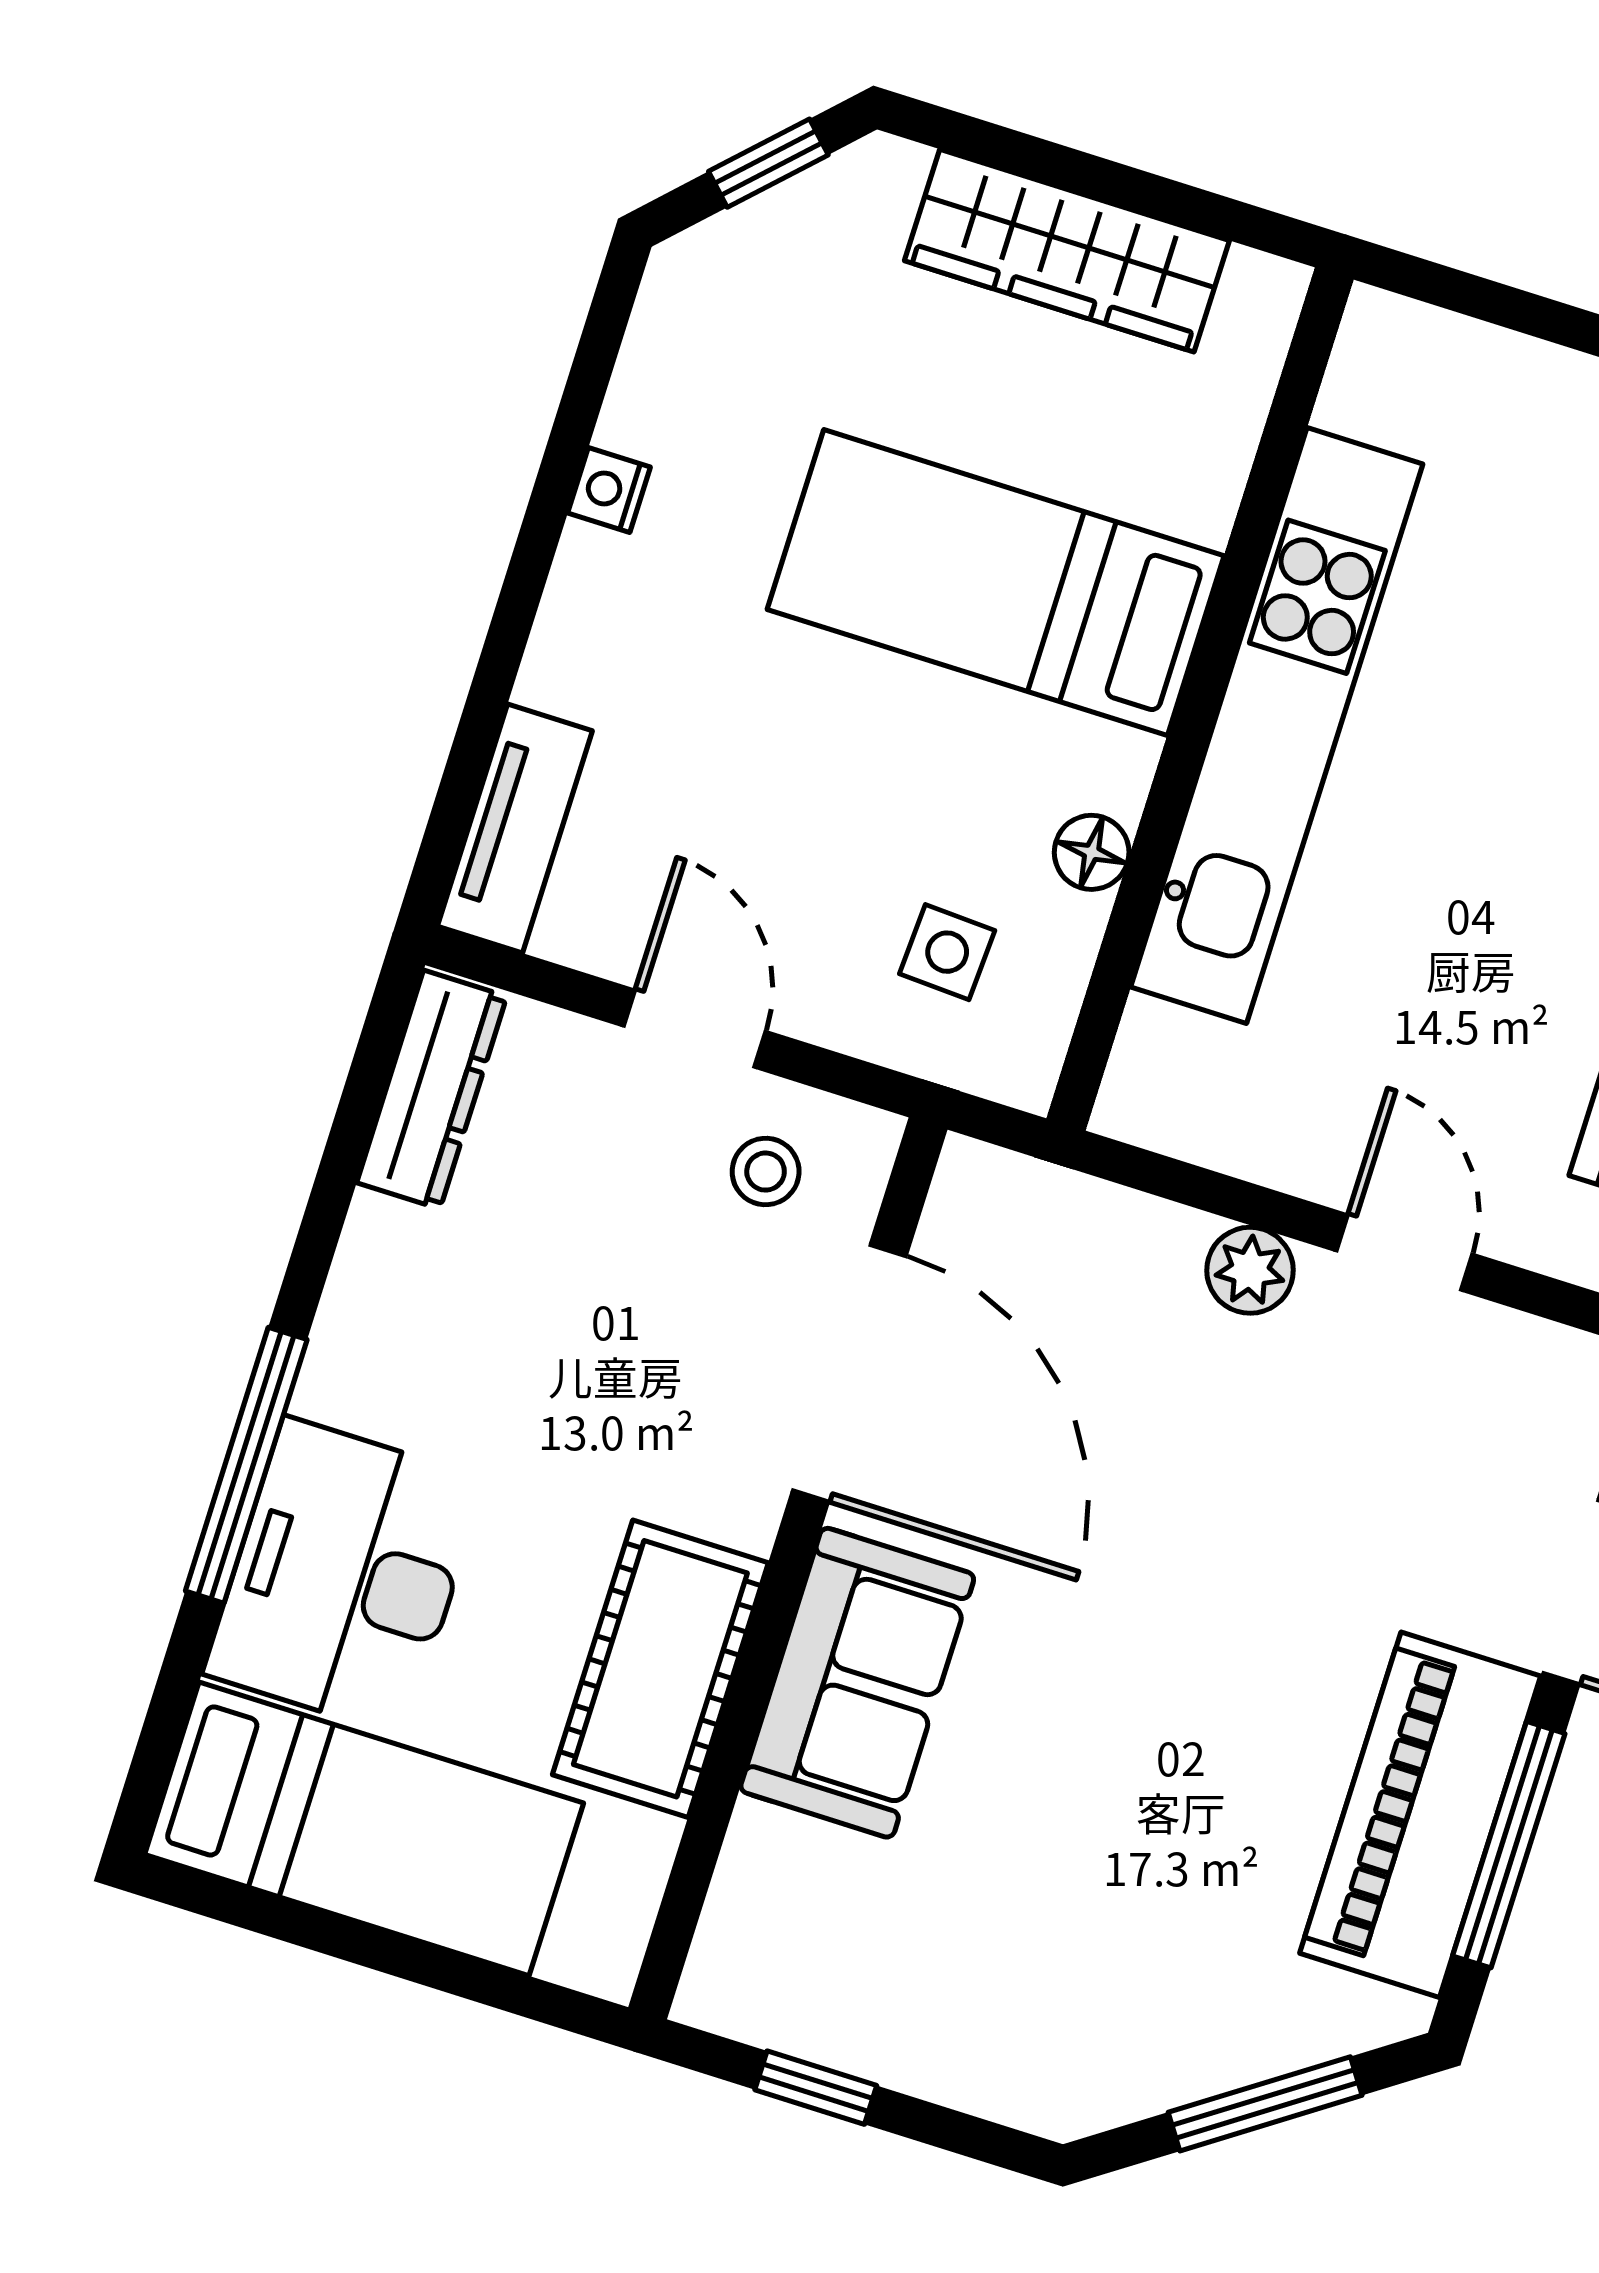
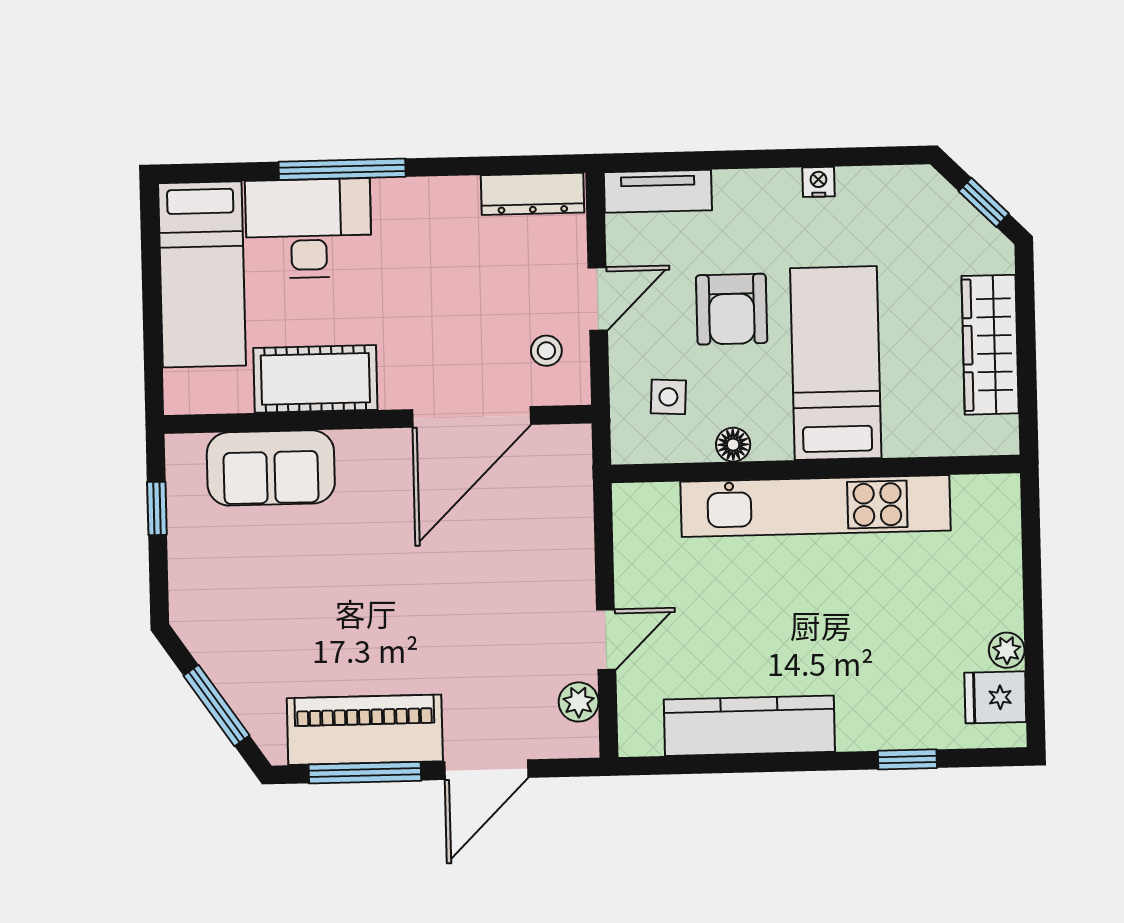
armchair: (811, 760) -> (732, 309), added
plant: (1250, 1270) -> (579, 702), moved
sofa: (857, 1683) -> (271, 468), moved

